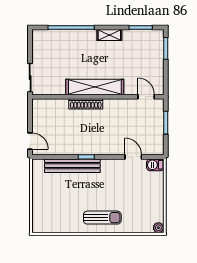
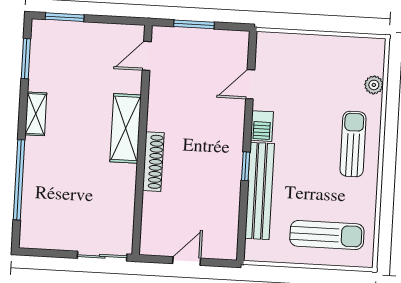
shelving: (95, 87) -> (126, 128), width x0.68
door: (30, 141) -> (187, 261), moved
barbecue: (155, 165) -> (262, 126), moved
sun lounger: (49, 206) -> (327, 235), added
plant: (158, 228) -> (374, 85), moved

